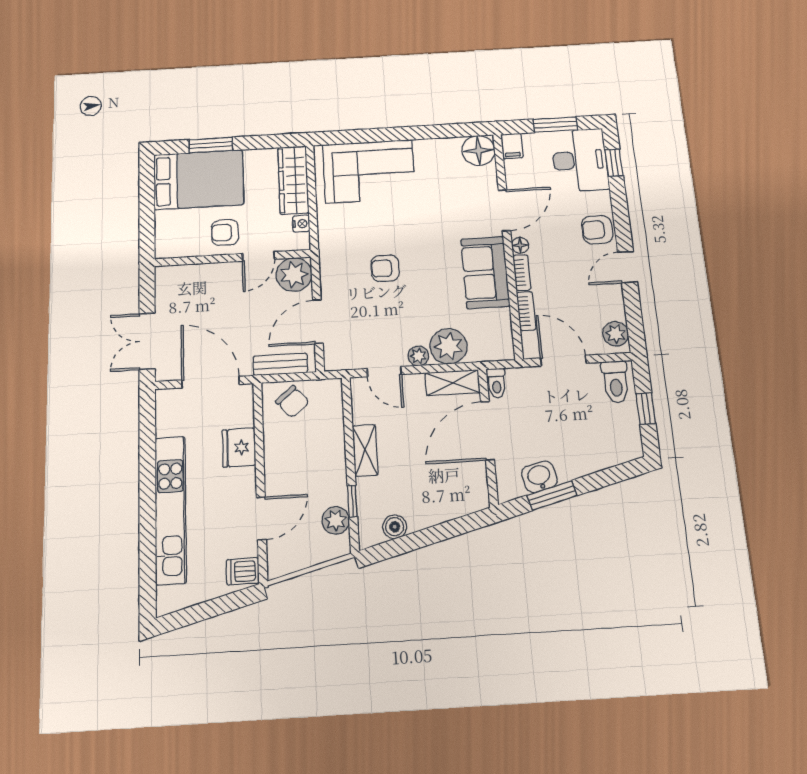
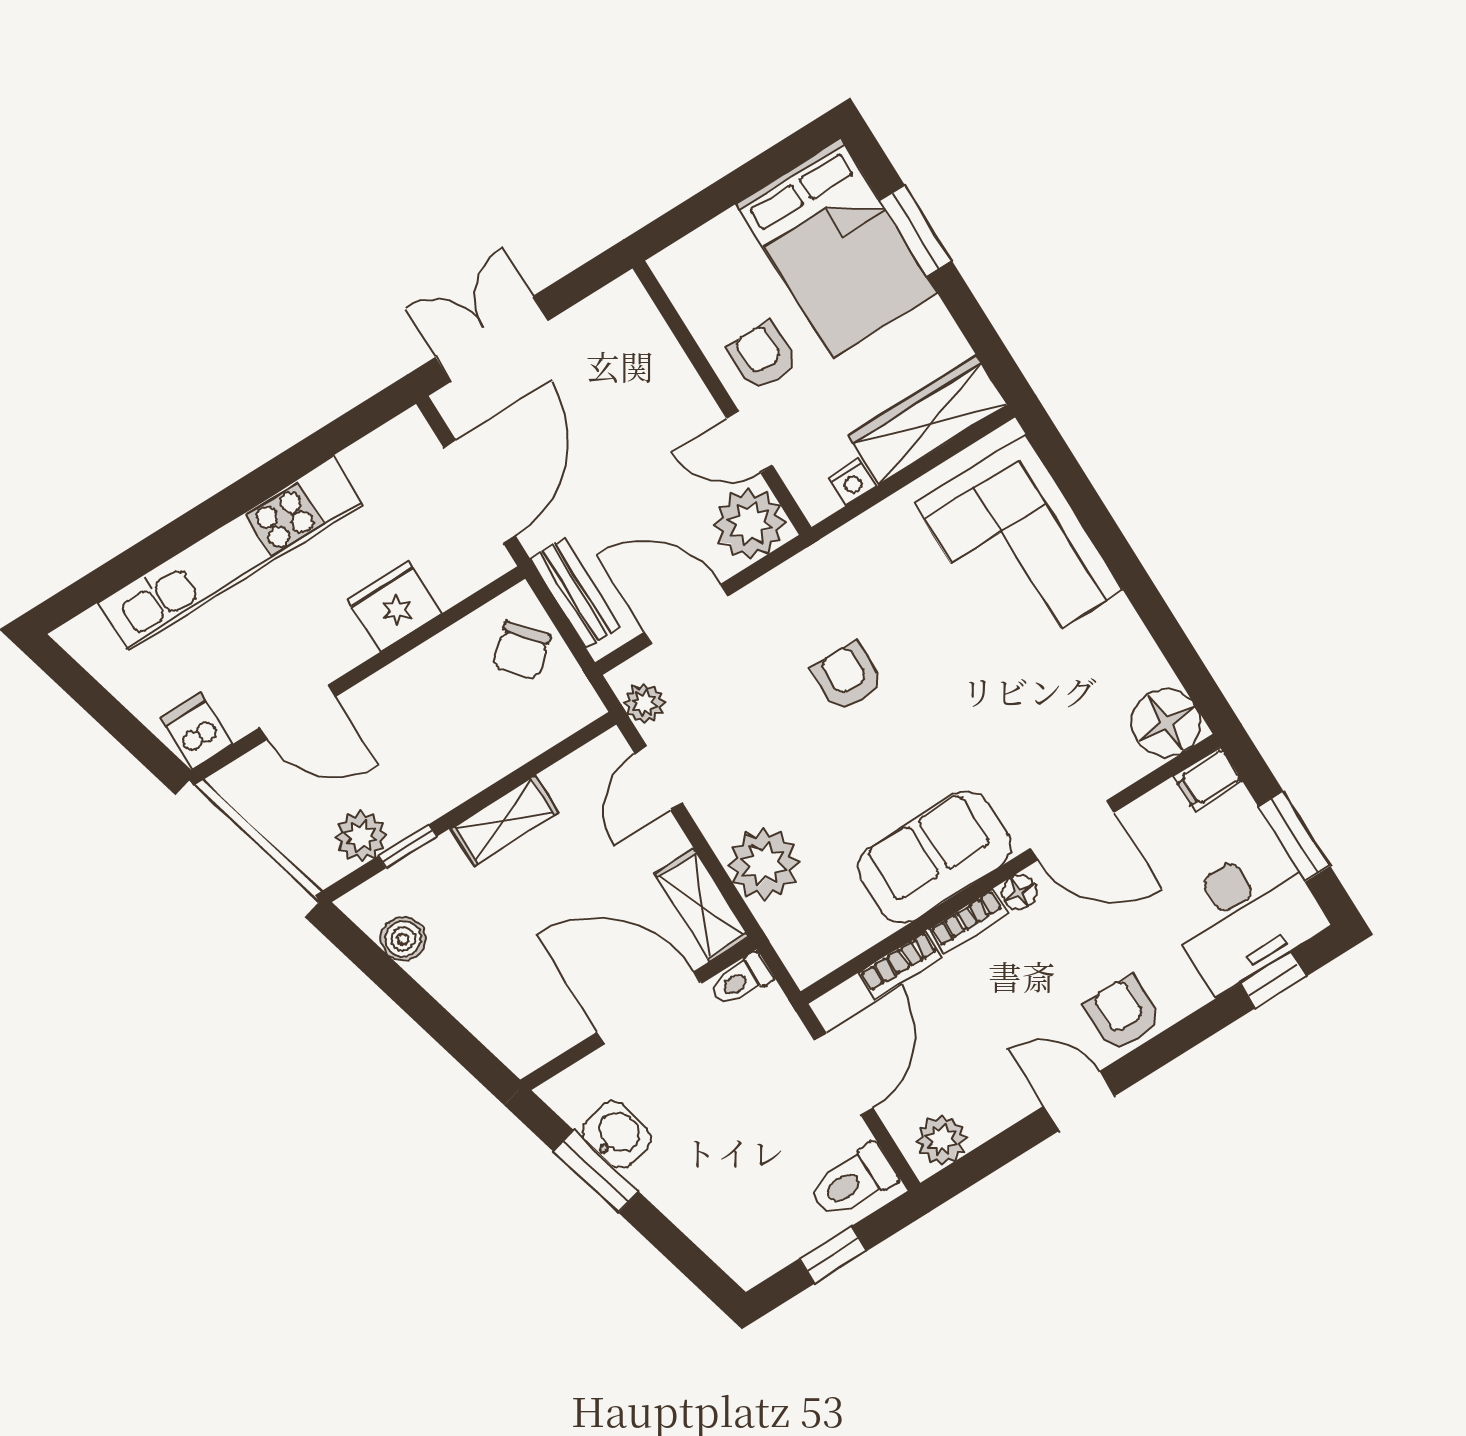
plant: (418, 356) -> (644, 703), moved

